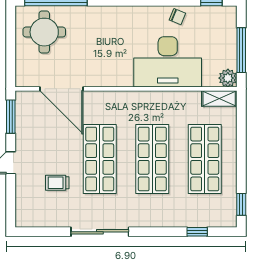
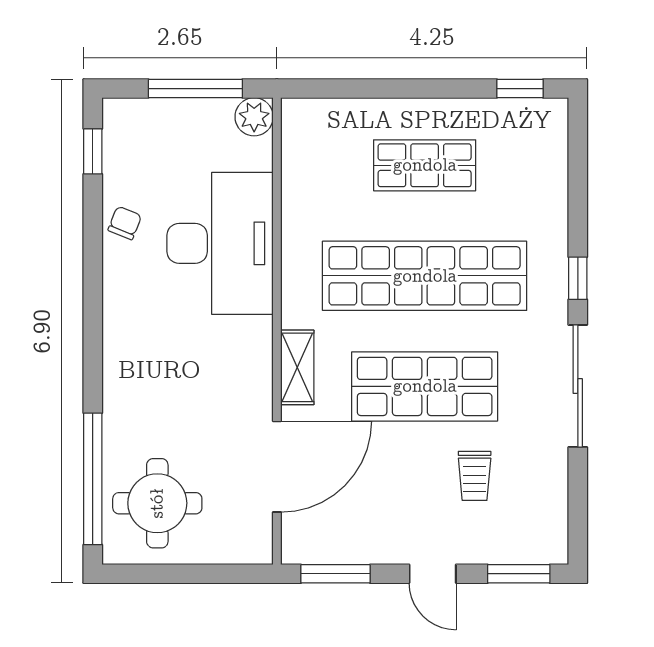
shelving: (219, 98) -> (297, 367), moved
shop shelf: (152, 159) -> (425, 276), width x1.40
shop shelf: (205, 159) -> (425, 165), width x0.70, depth x0.74
window: (11, 204) -> (519, 574), added
window: (197, 232) -> (578, 278), moved

